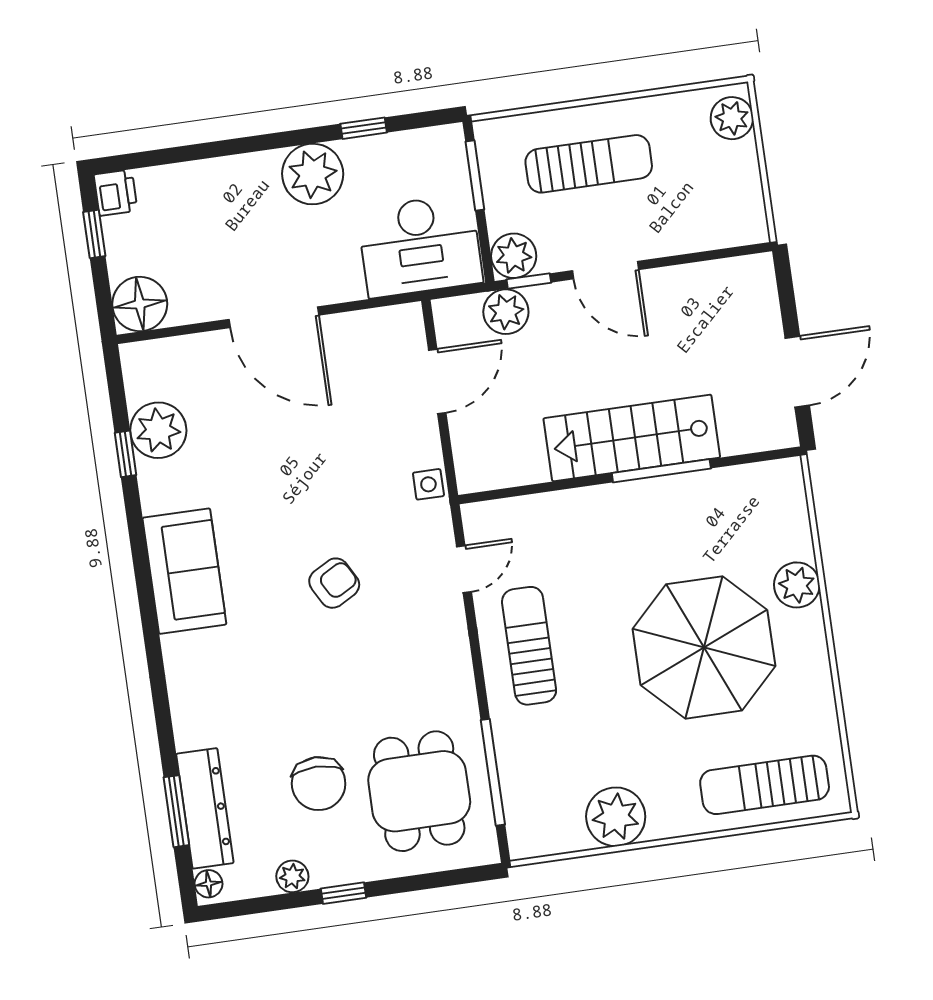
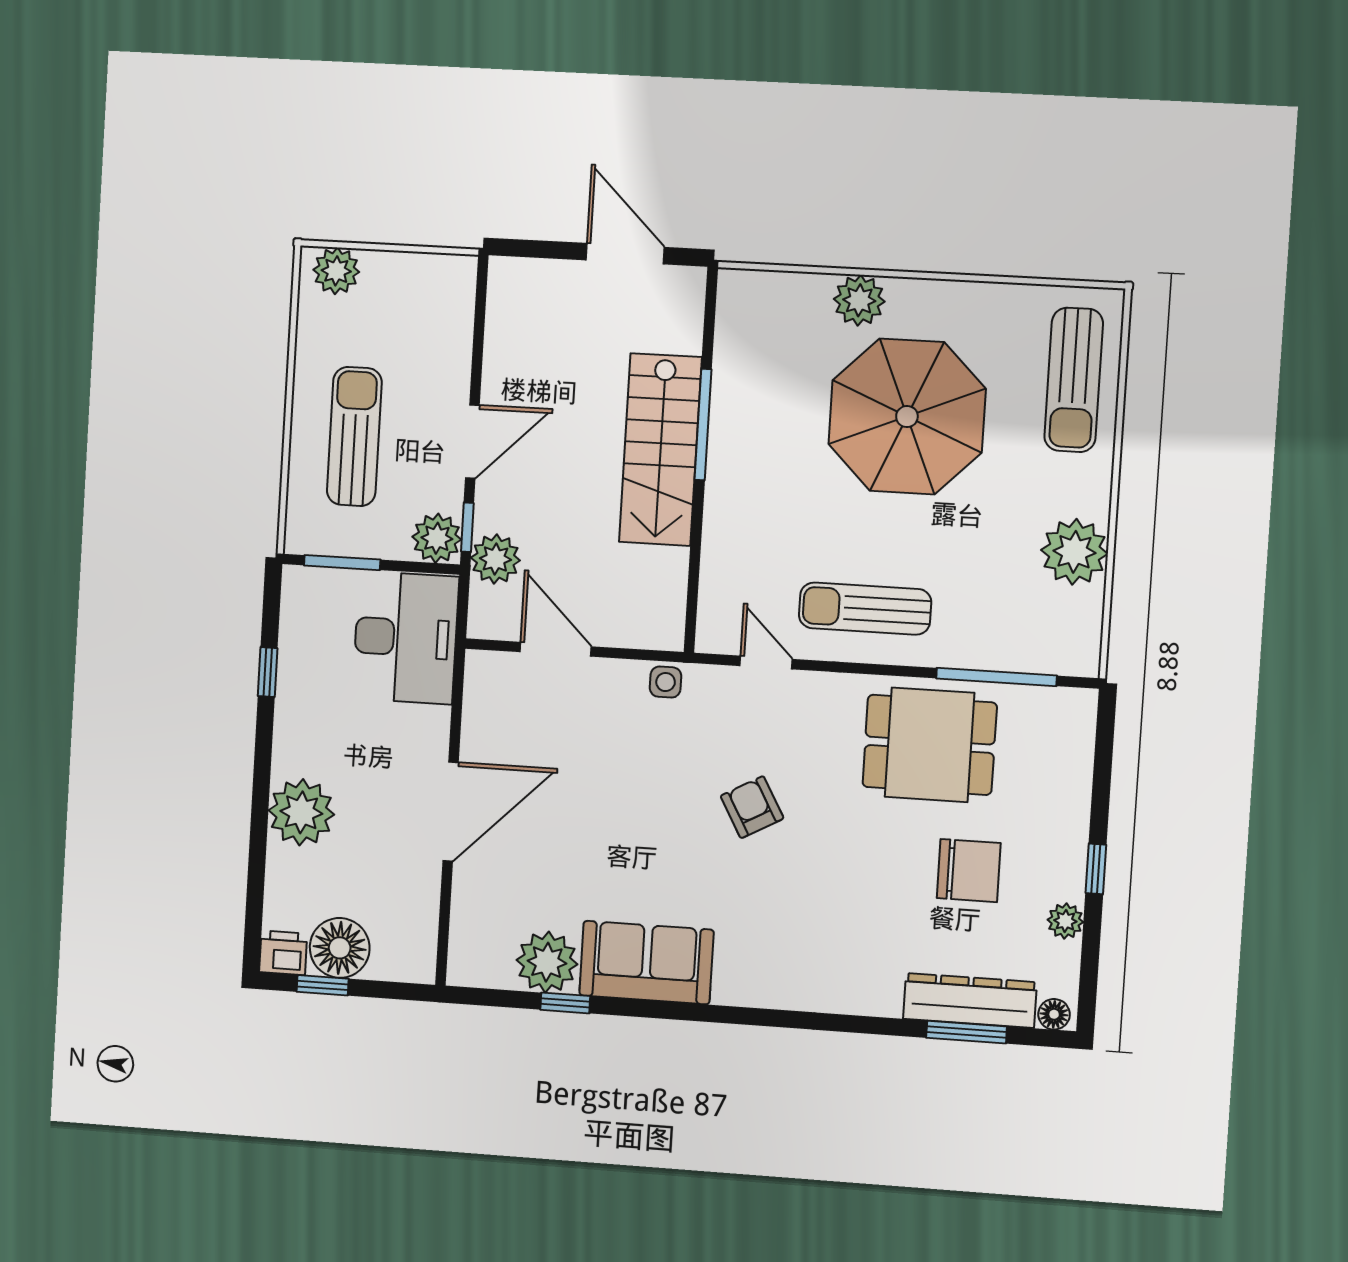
plant: (313, 174) -> (301, 812), moved
floor lamp: (140, 304) -> (340, 948), moved
sofa: (184, 571) -> (646, 963), moved
dining table: (419, 791) -> (930, 745), moved

